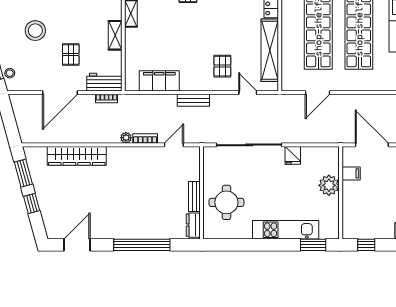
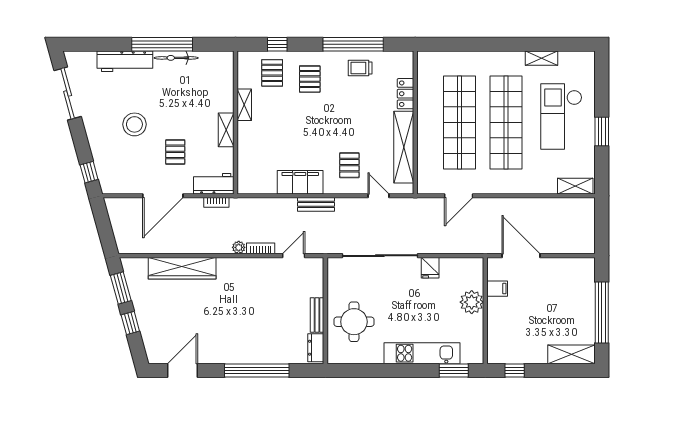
stool: (10, 73) -> (105, 173), removed
filing cabinet: (159, 81) -> (300, 182), moved

